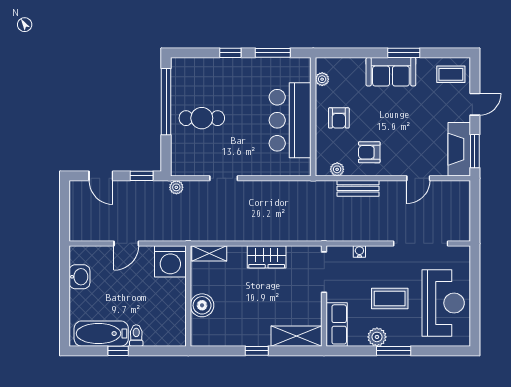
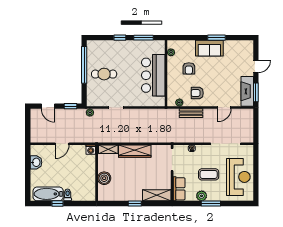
coffee table: (451, 74) -> (243, 50), removed
armchair: (339, 118) -> (189, 68), moved
wardrobe: (267, 257) -> (135, 151), width x1.50
washing machine: (170, 261) -> (91, 150), width x0.53, depth x0.53

